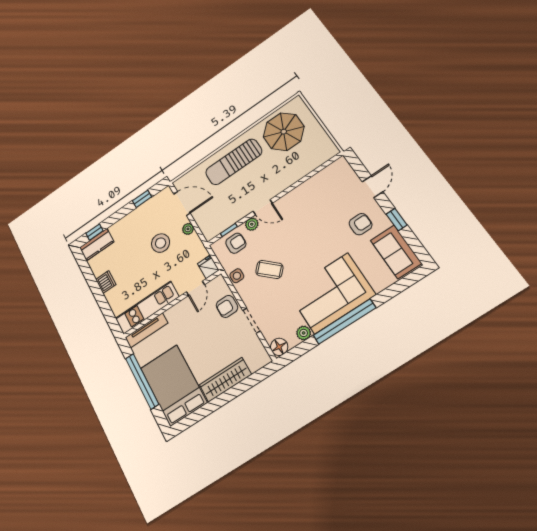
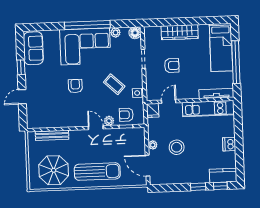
bench: (309, 167) -> (52, 135), added
window: (142, 199) -> (198, 187), moved
armchair: (361, 224) -> (75, 86), moved, turned 90
armchair: (227, 306) -> (172, 66), moved
bed: (173, 385) -> (221, 47), width x0.67

